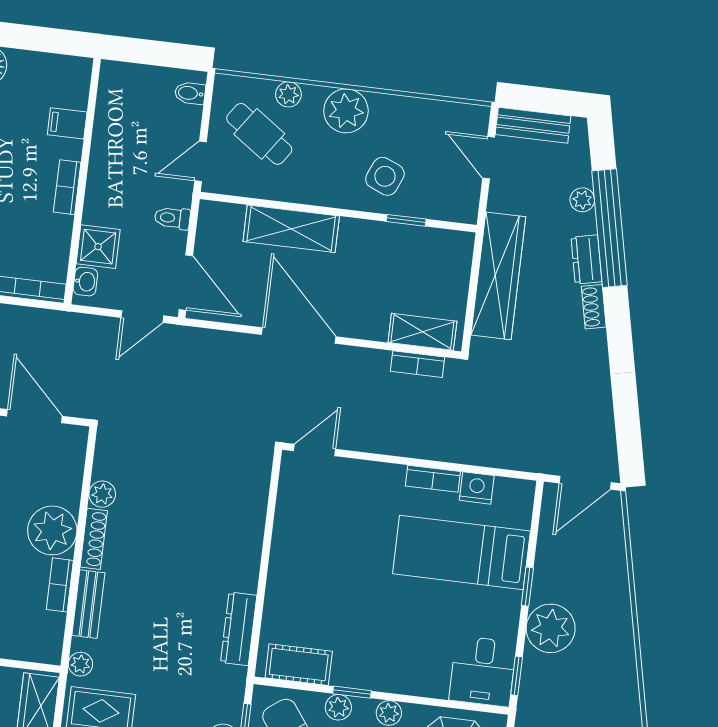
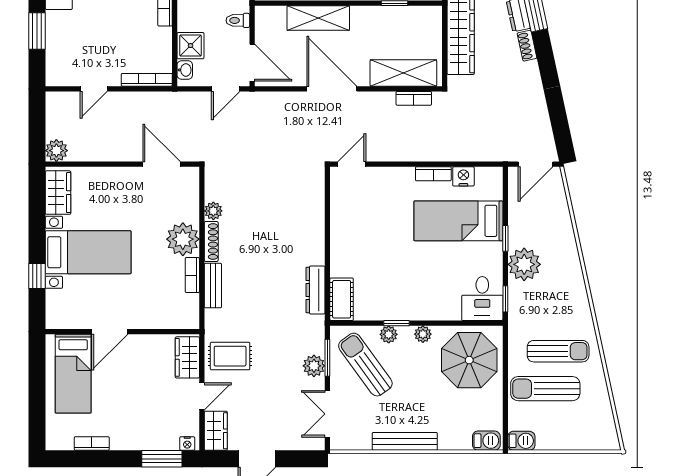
shelving: (422, 332) -> (403, 73), width x1.50, depth x1.33
plant: (80, 664) -> (213, 326), removed
cot: (299, 665) -> (342, 299), moved, turned 90

